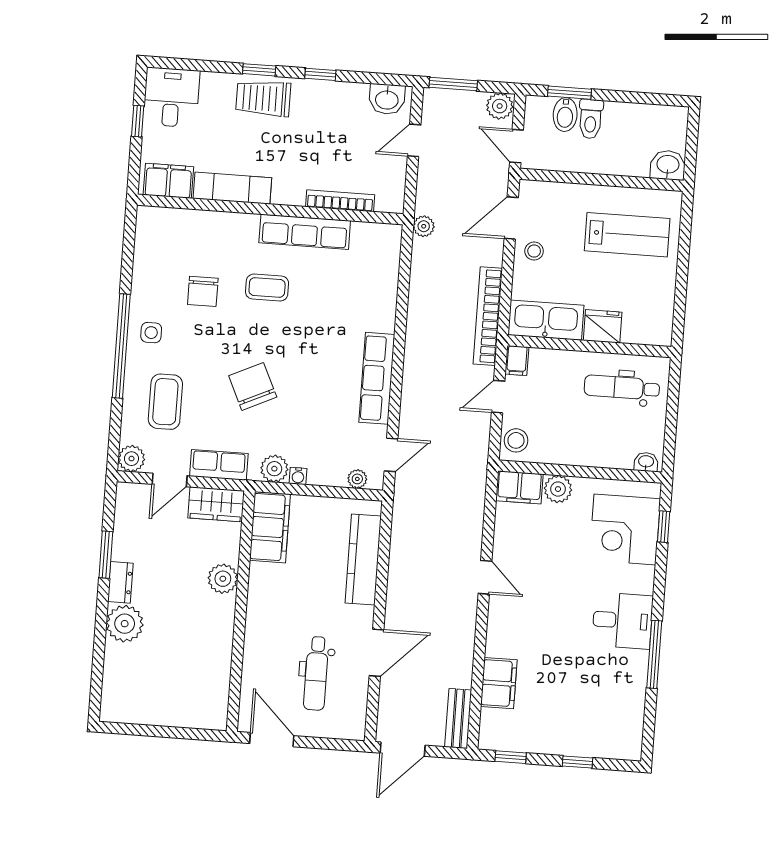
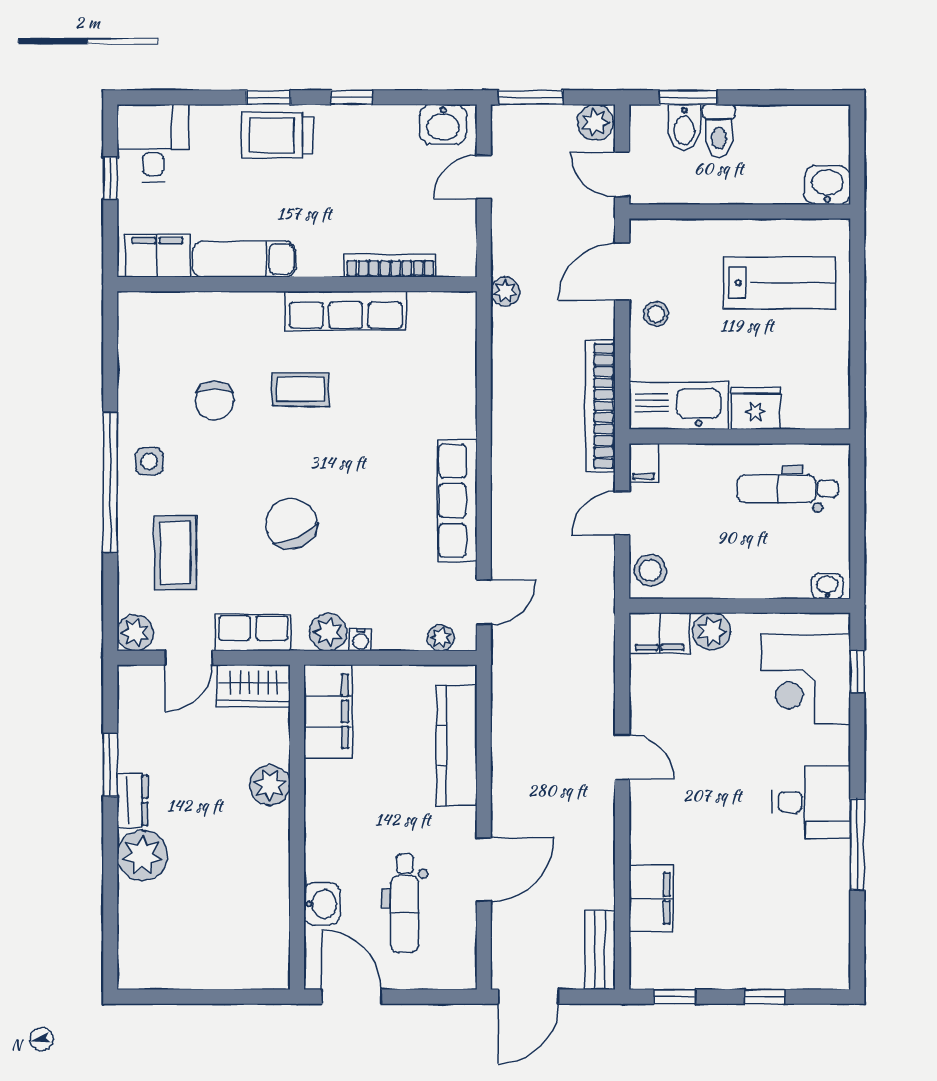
washbasin: (255, 669) -> (322, 904), added

